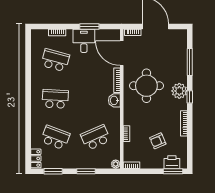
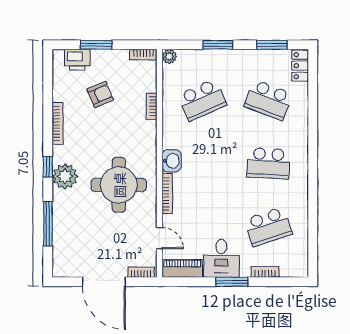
window: (89, 27) -> (232, 282), moved
piano: (108, 35) -> (182, 269), added
door: (122, 53) -> (159, 238), width x0.53
school desk: (55, 60) -> (268, 227), turned -33
window: (173, 171) -> (96, 45), moved

